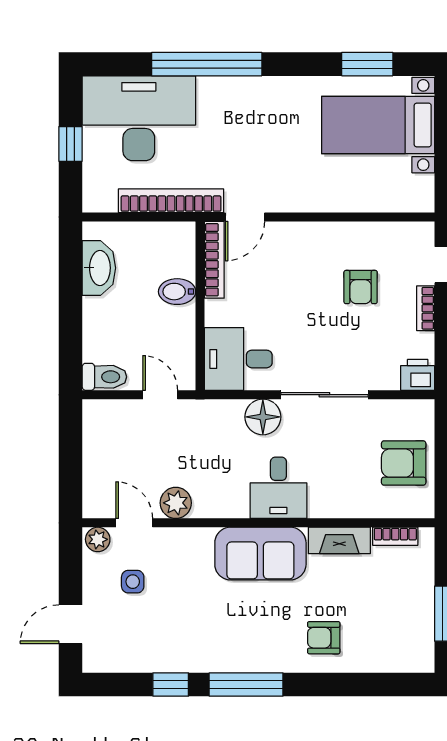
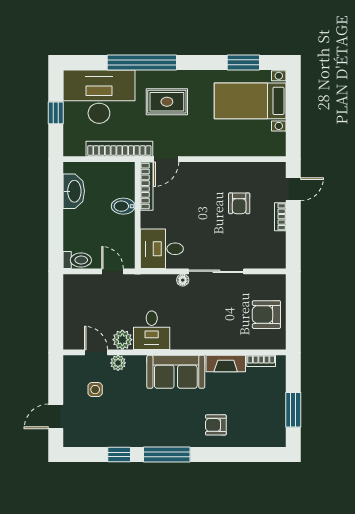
rug: (246, 126) -> (167, 102), added
printer: (418, 375) -> (275, 259), removed
floor lamp: (263, 417) -> (183, 280), width x0.53, depth x0.53
desk: (278, 488) -> (152, 330), moved
plant: (98, 539) -> (118, 363), moved

